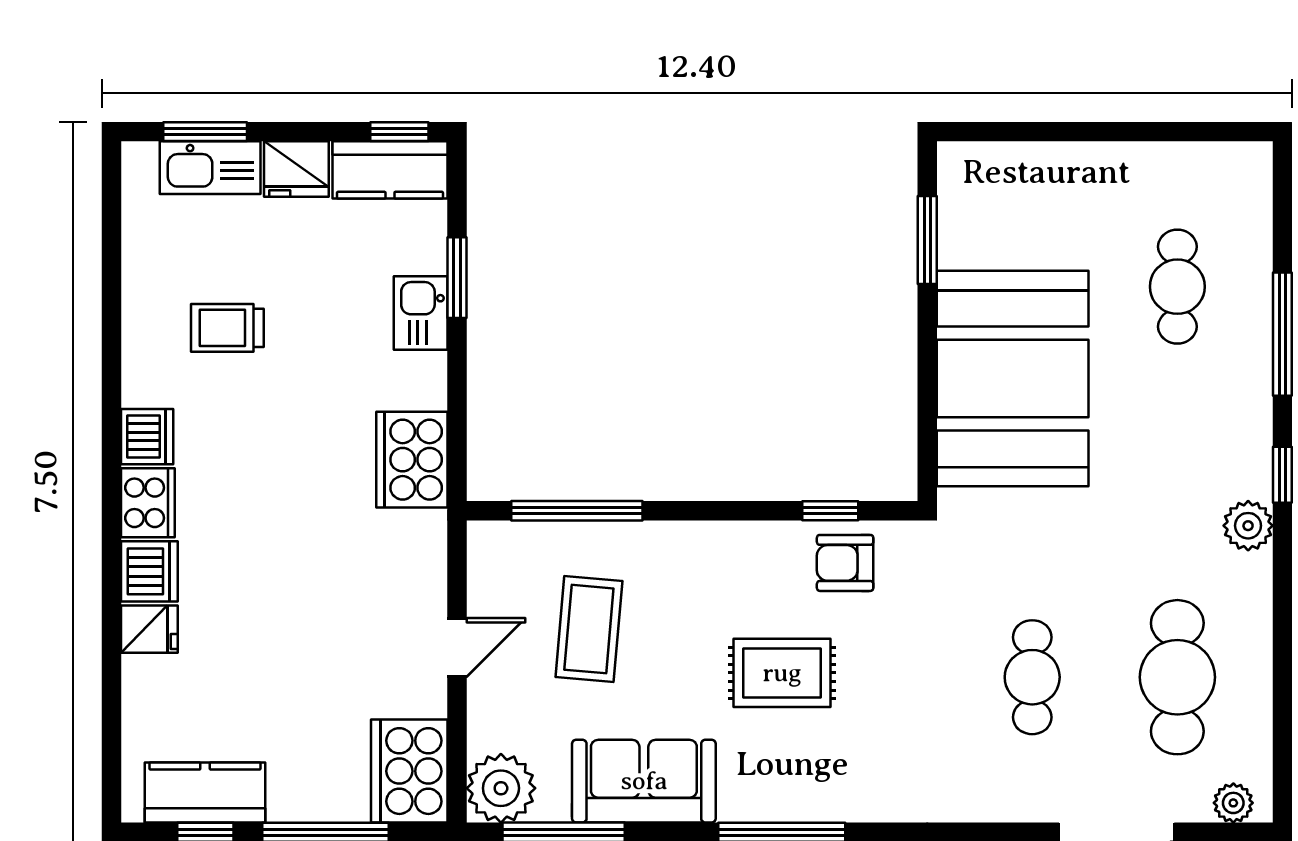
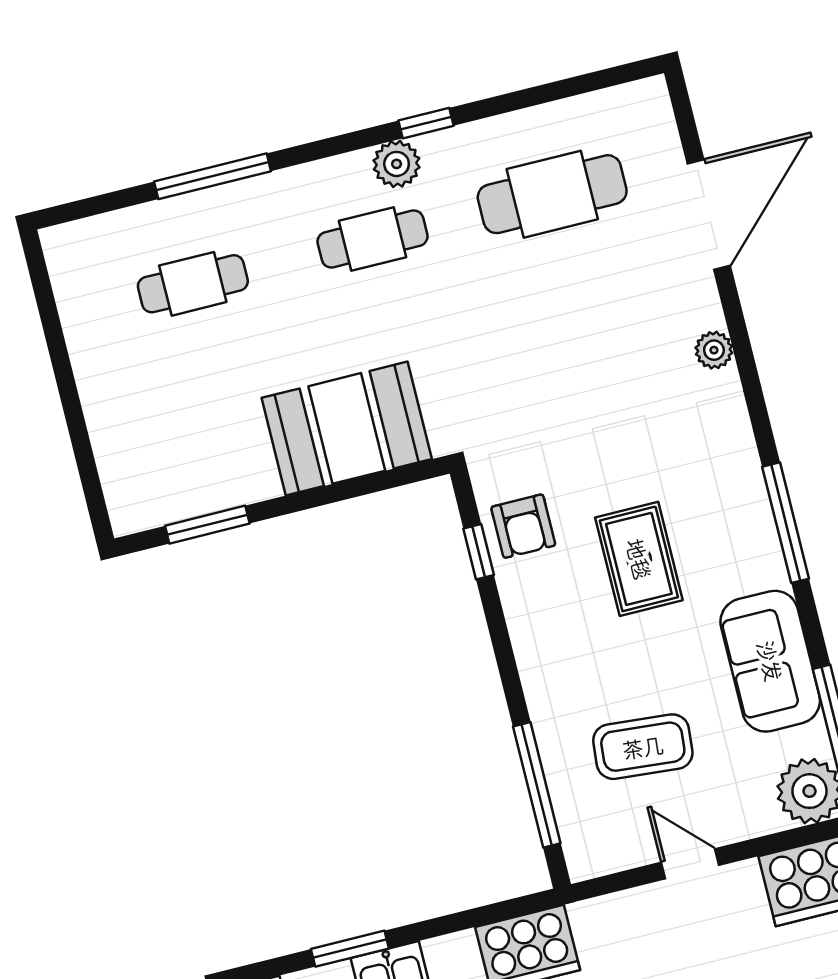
booth: (1013, 379) -> (347, 428), width x0.73, depth x0.70
window: (1282, 475) -> (426, 123), moved
cafe table: (1032, 677) -> (373, 239), moved
plant: (1233, 803) -> (714, 350), moved

